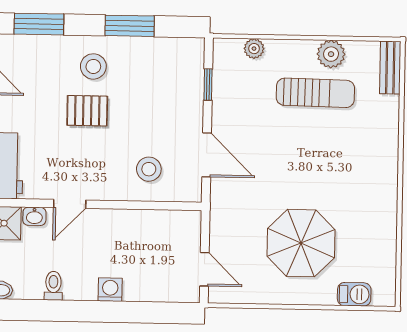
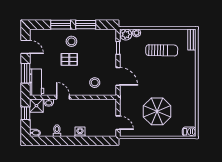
window: (39, 24) -> (61, 25), moved
plant: (331, 54) -> (126, 34), moved
door: (70, 204) -> (63, 97), swing flipped
barbecue: (354, 294) -> (189, 132), moved

